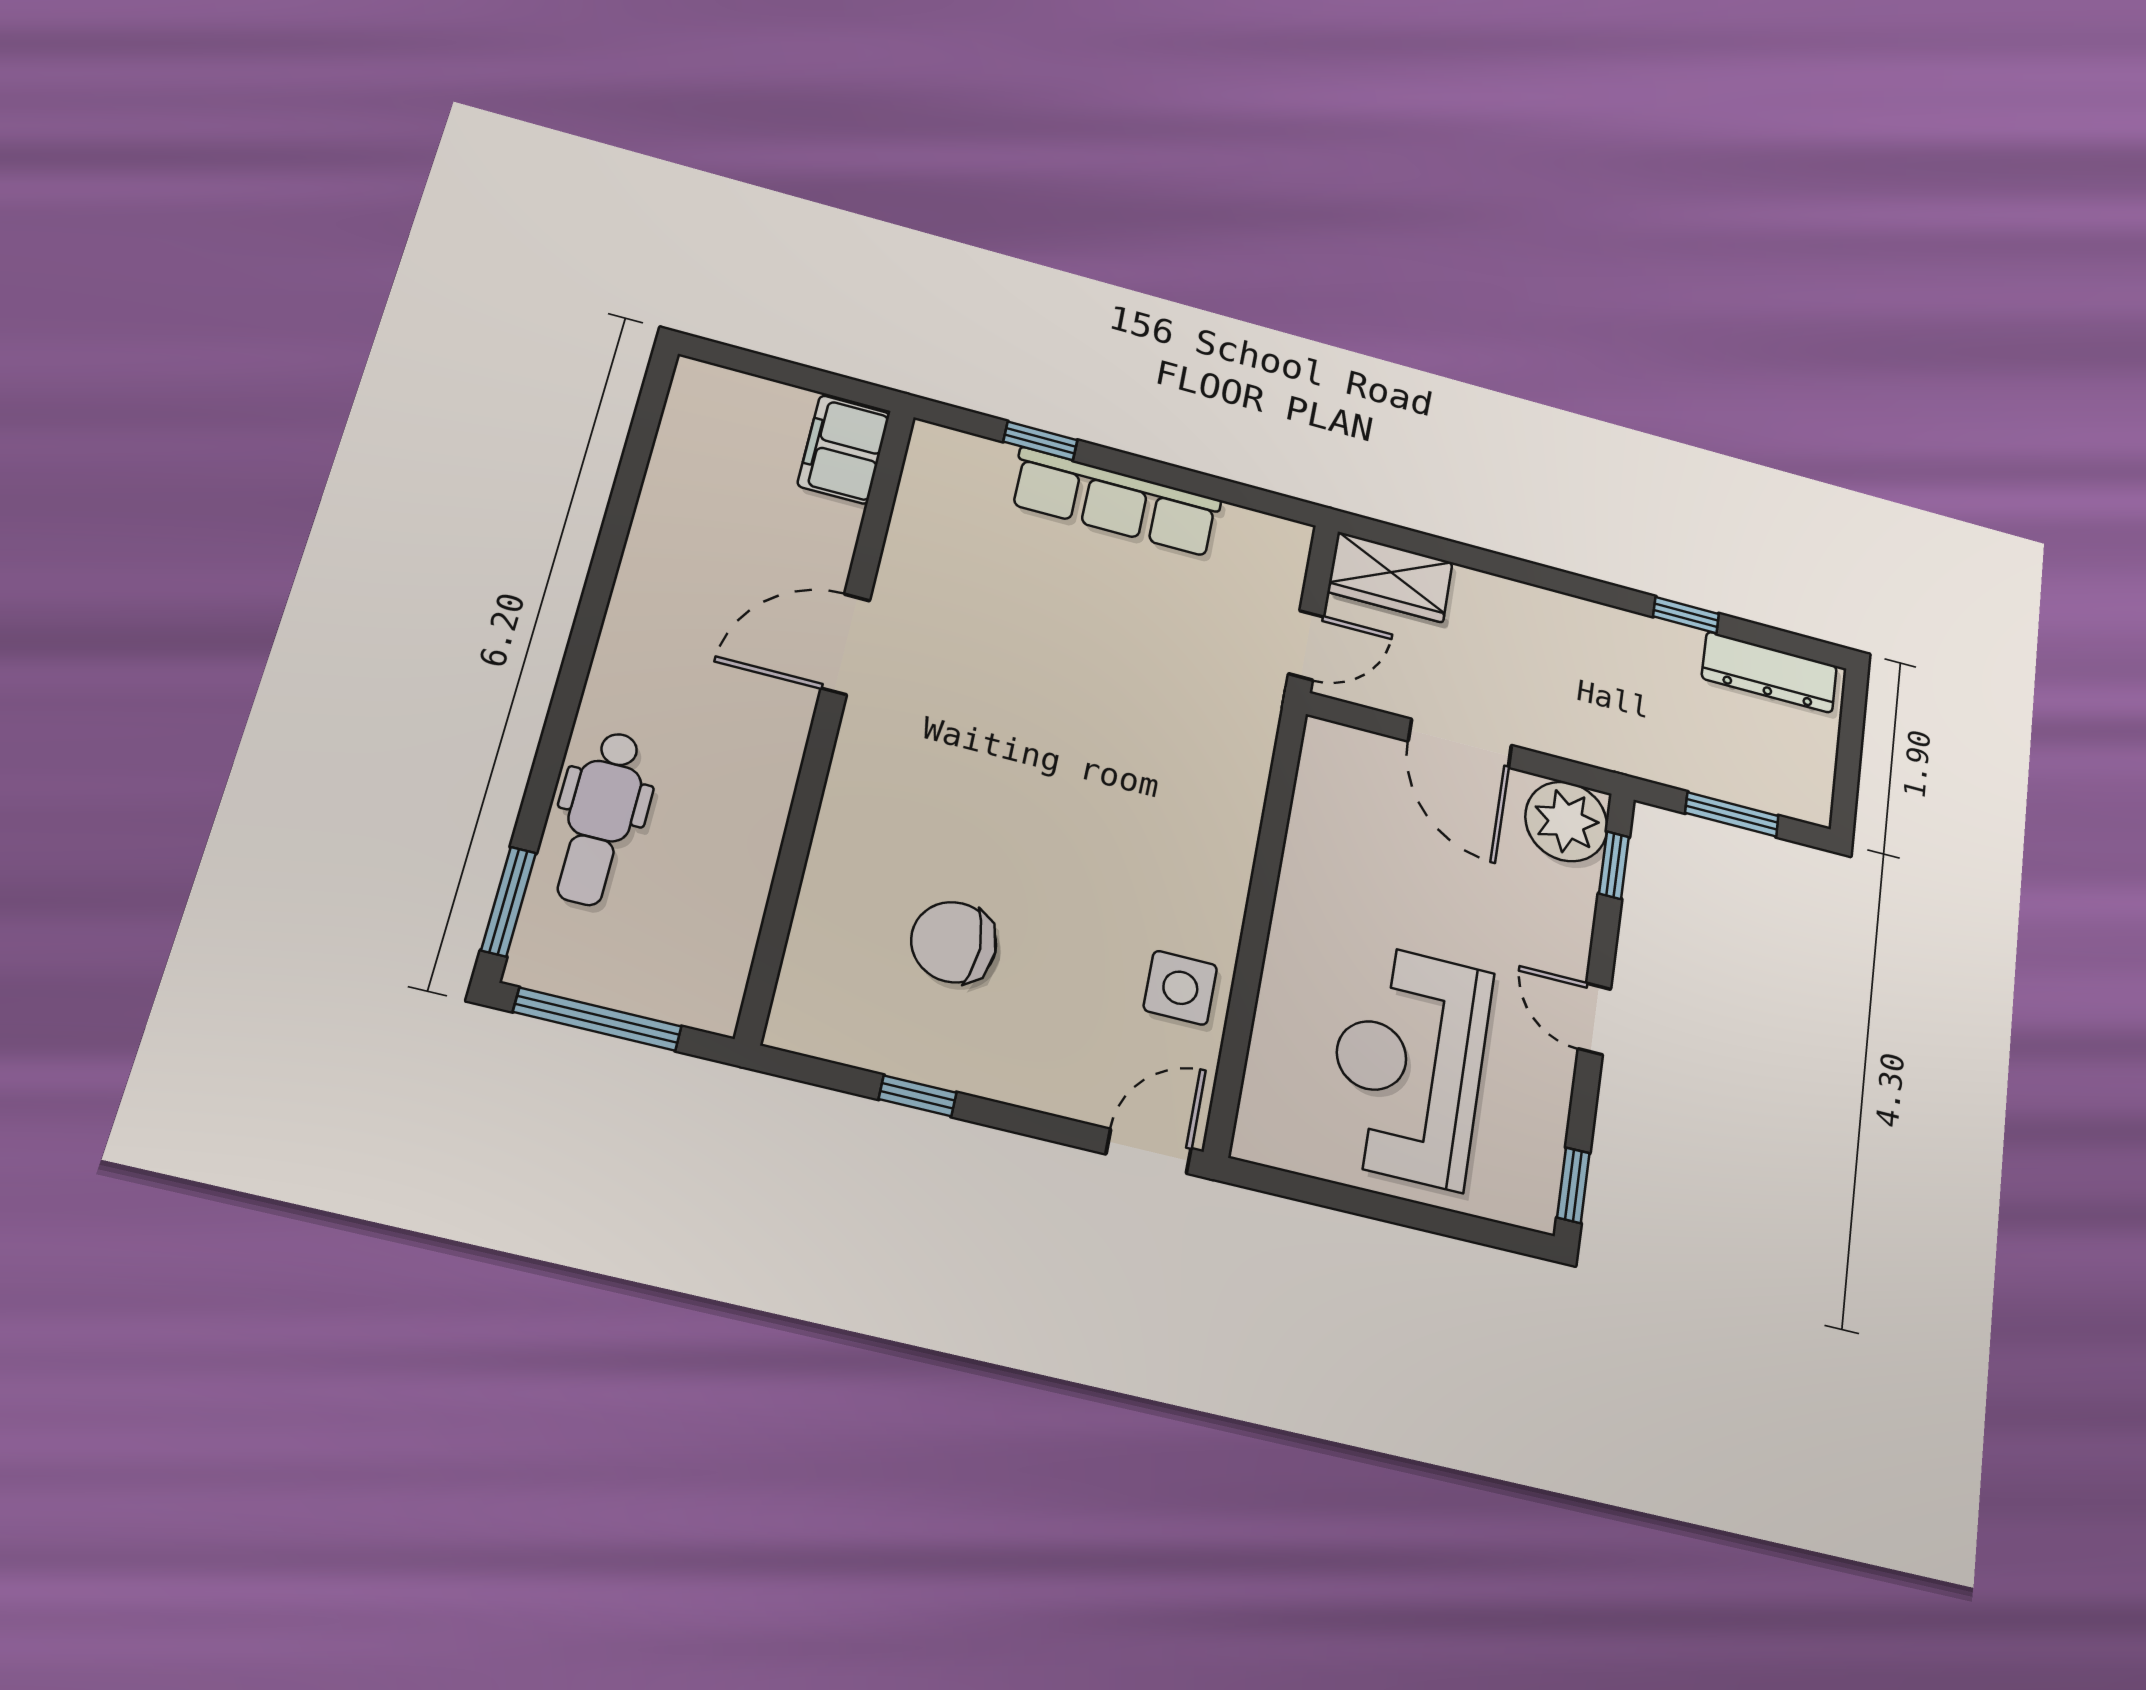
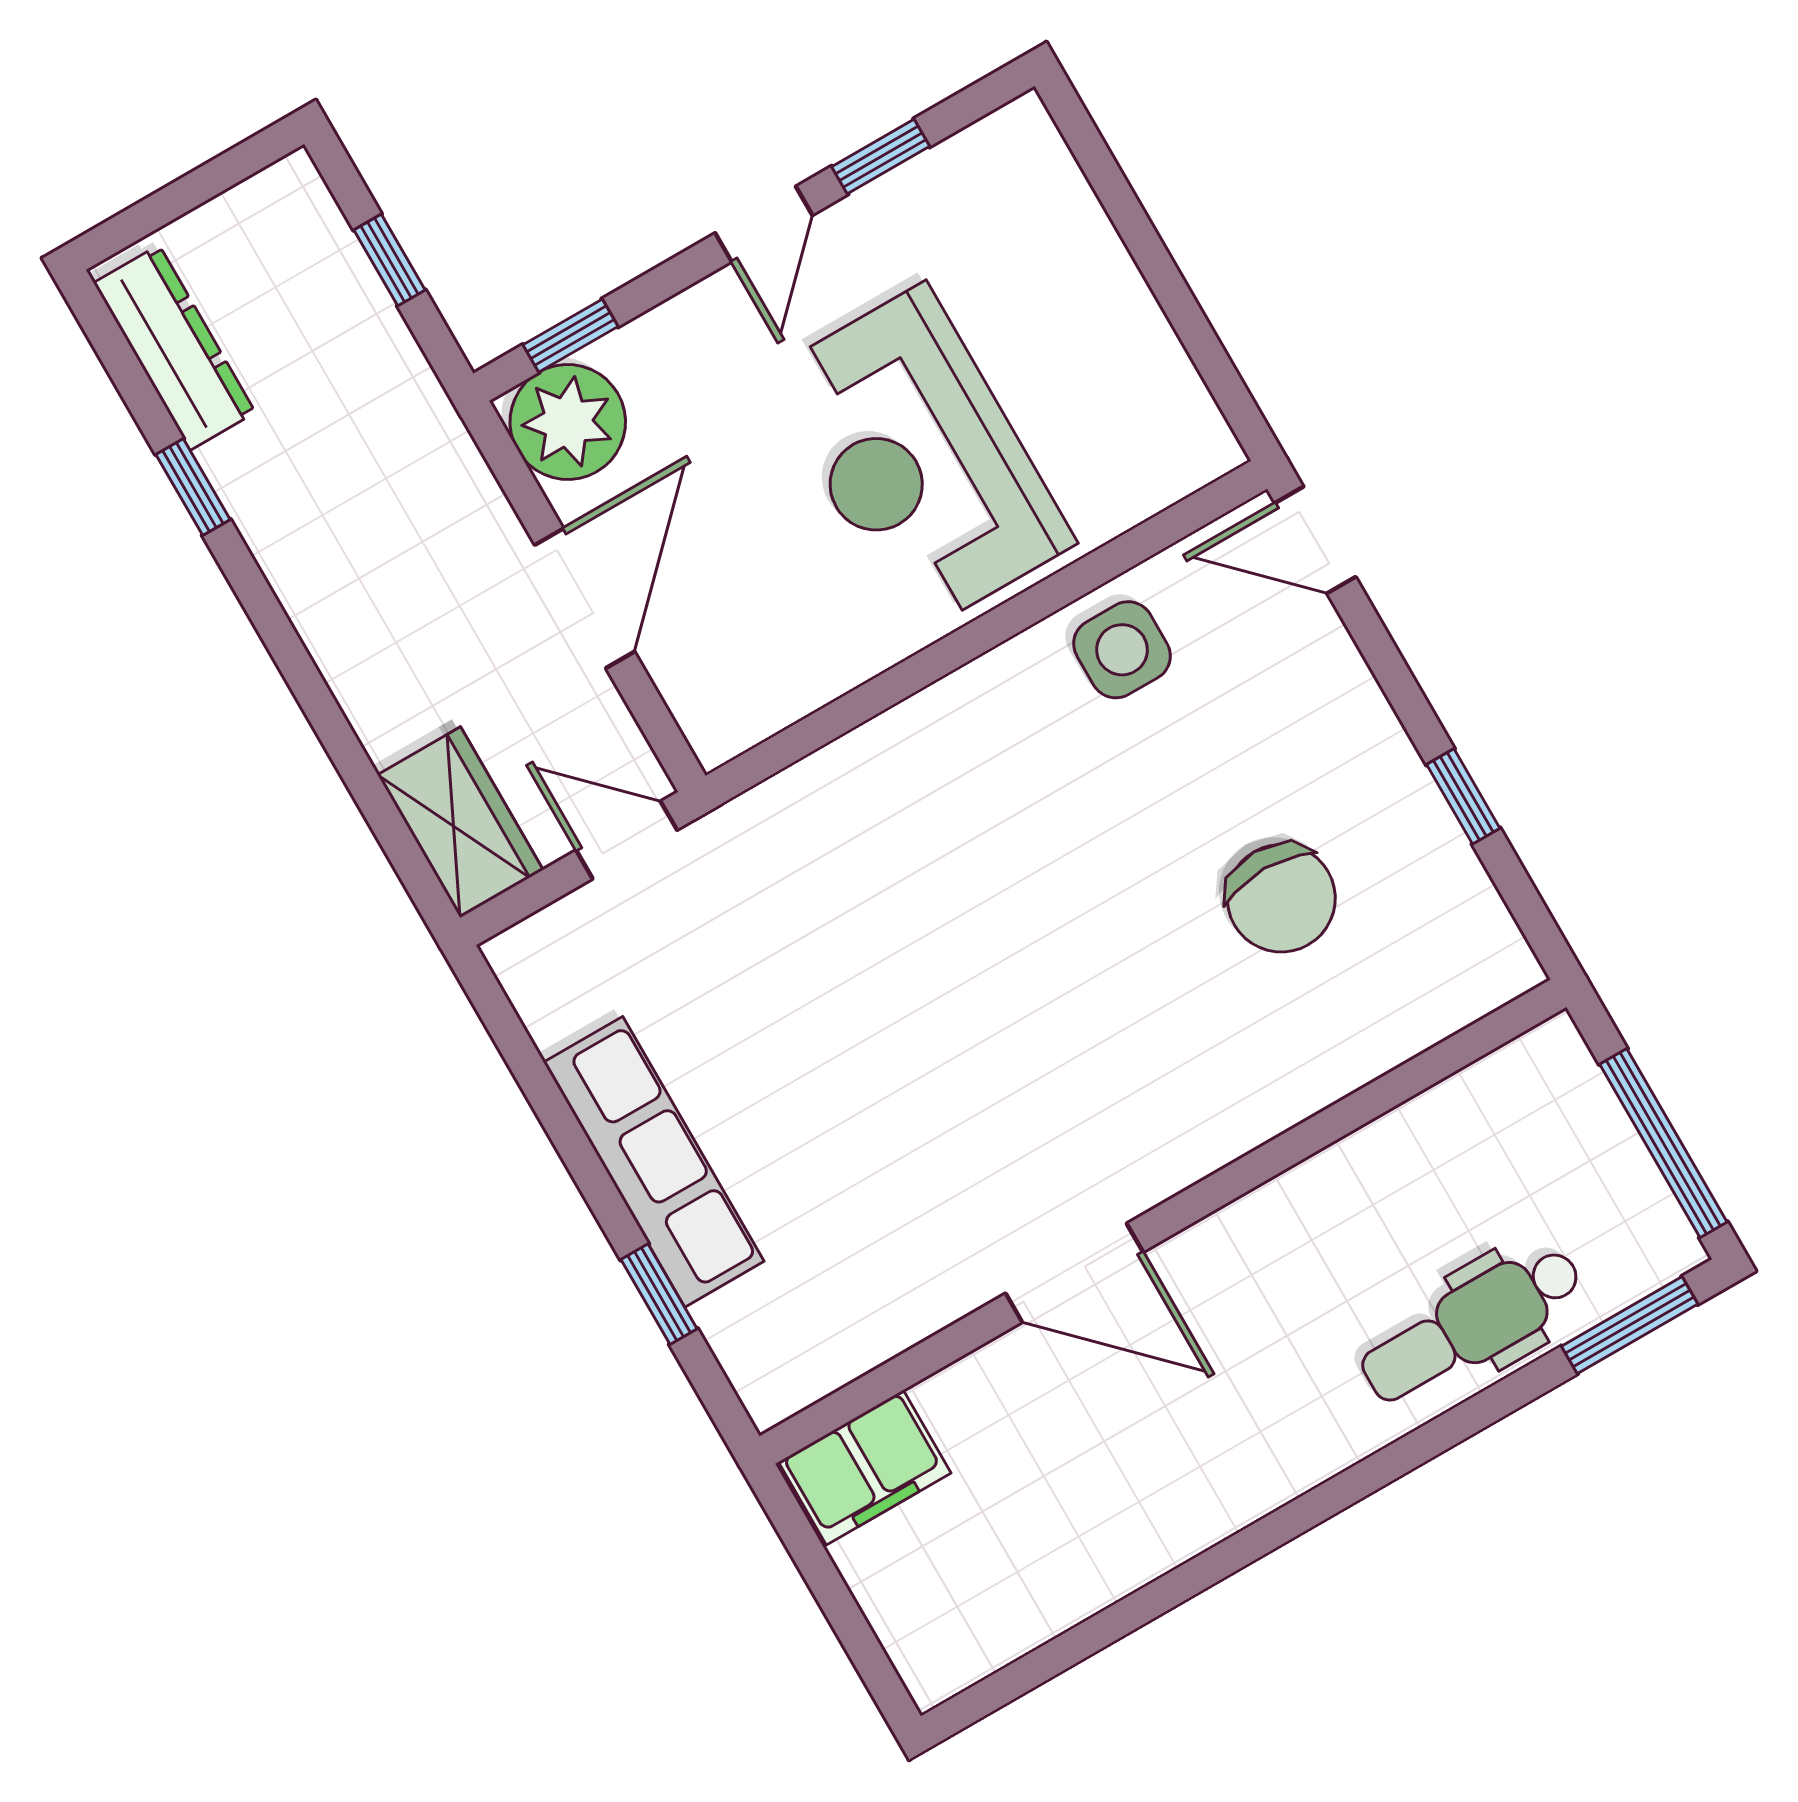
window: (1732, 814) -> (389, 260), width x0.67
dental chair: (600, 818) -> (1472, 1324), turned 180
reception desk: (1408, 1065) -> (919, 459), moved, turned 90
window: (1573, 1185) -> (881, 157), moved

